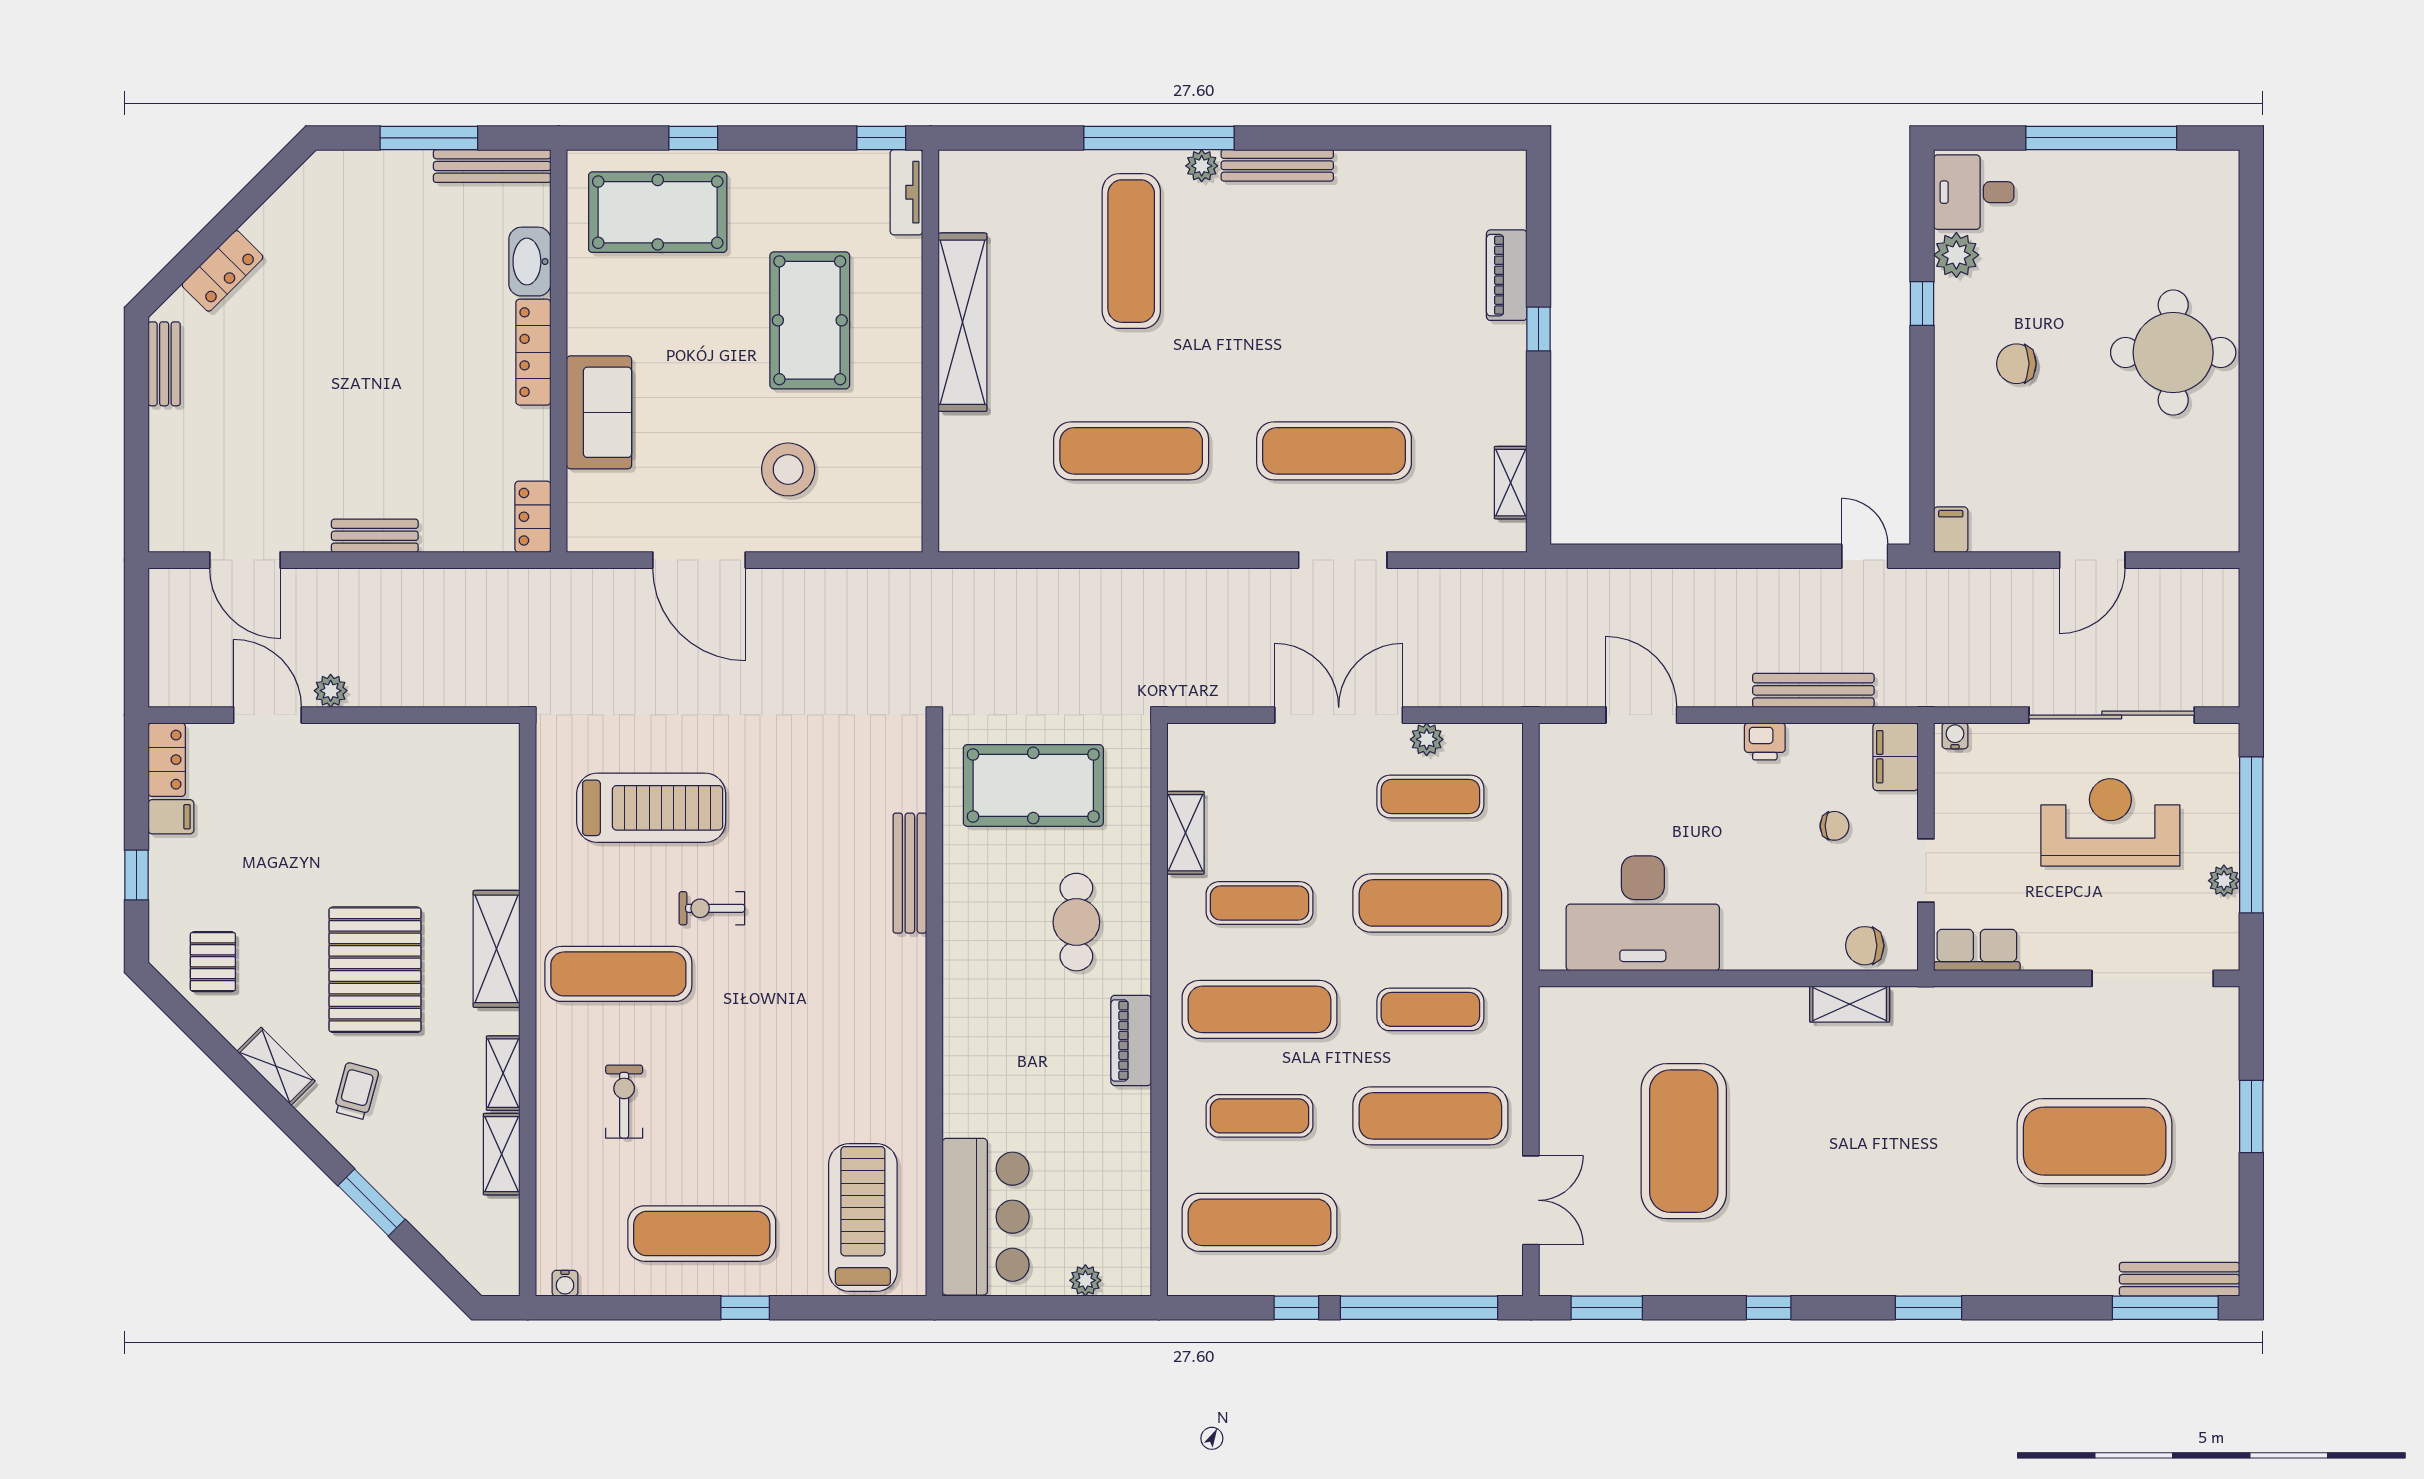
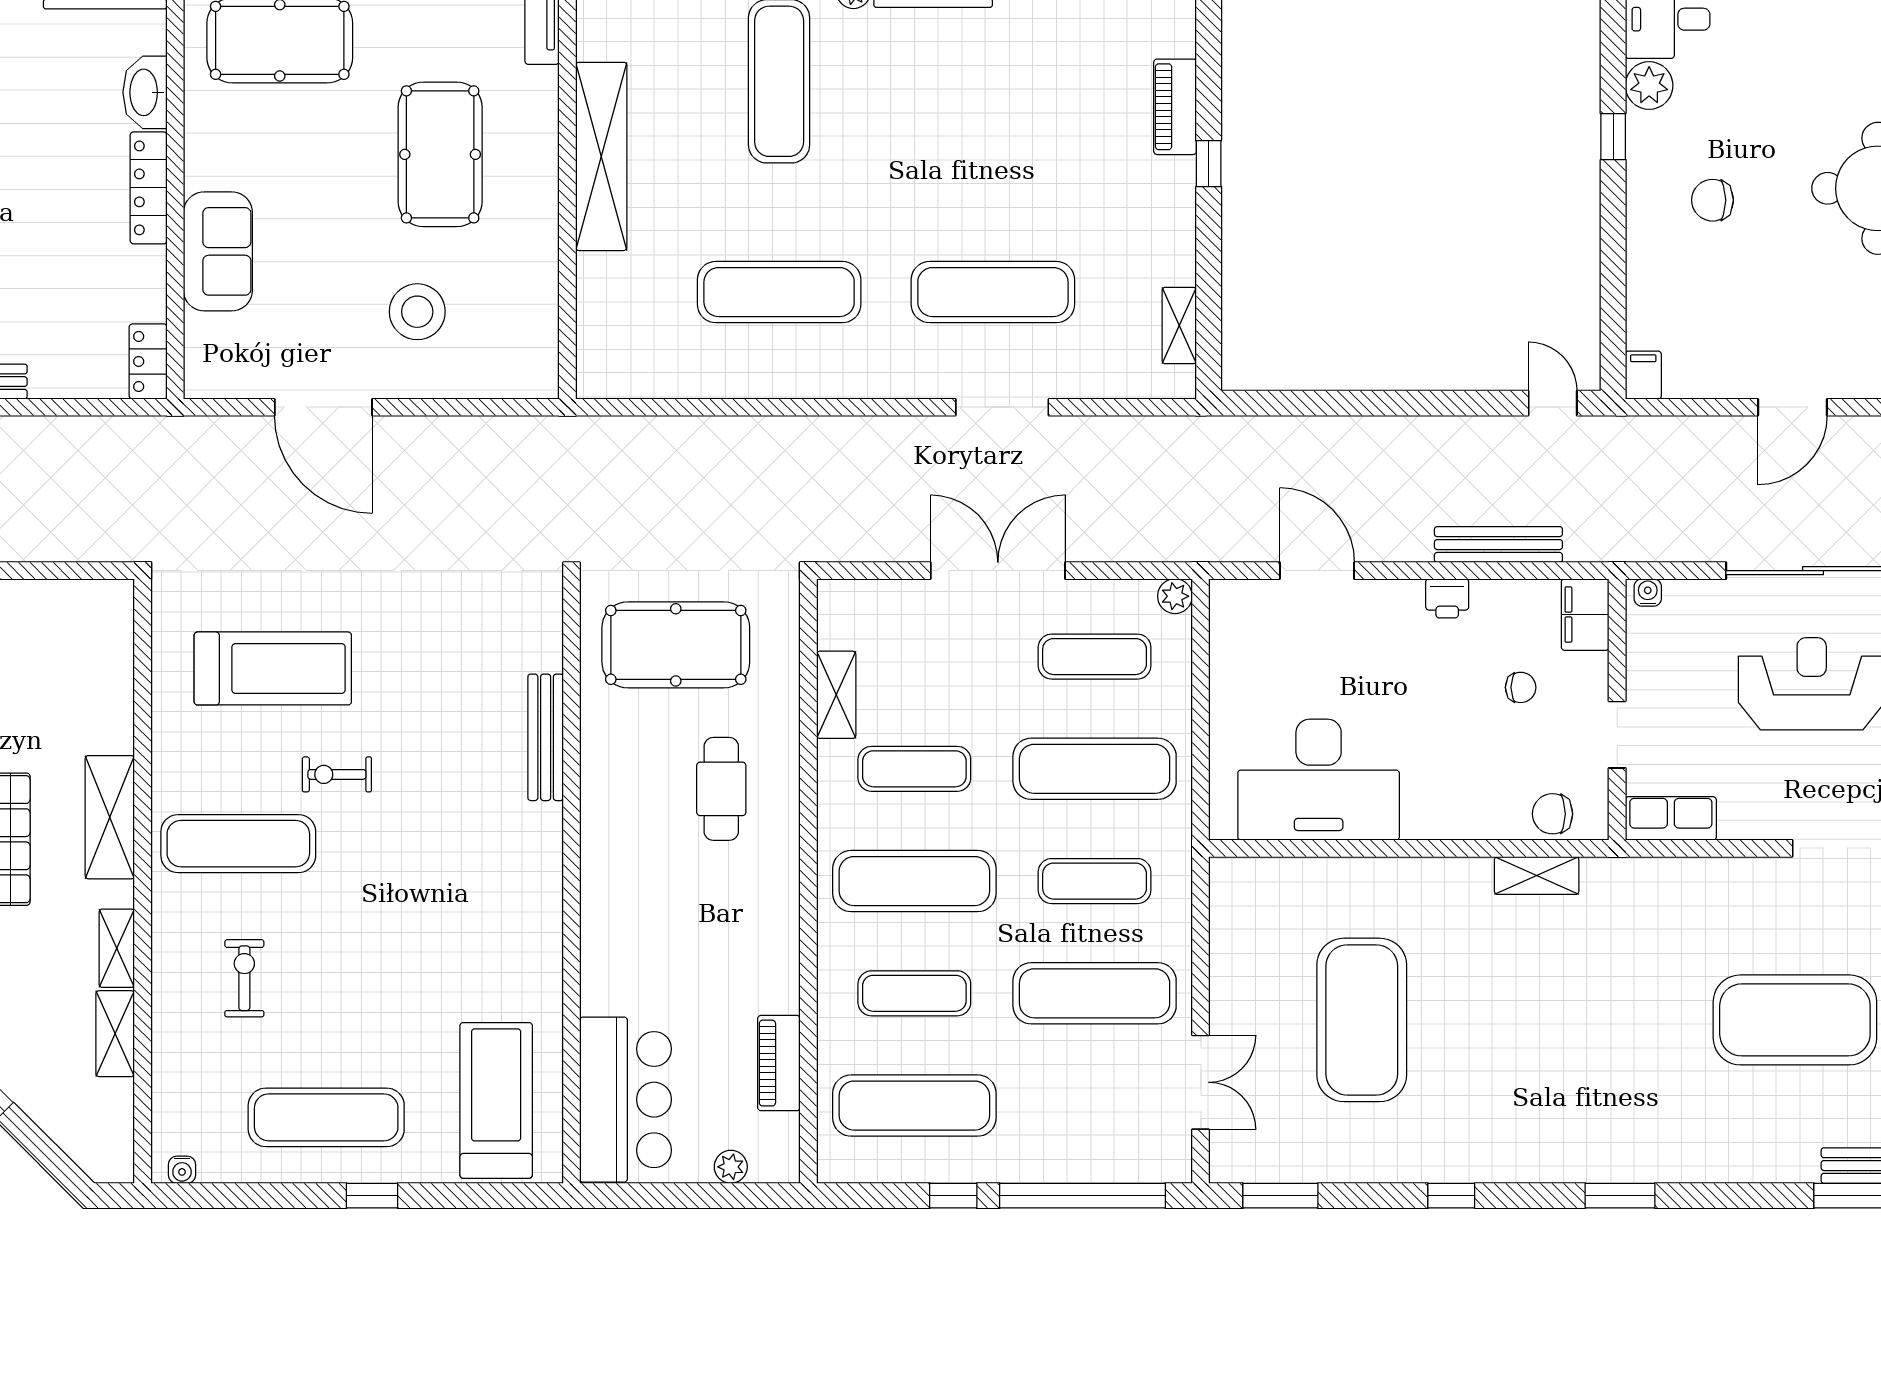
plant: (1427, 739) -> (1175, 596), moved
piano: (1131, 1040) -> (779, 1063), moved

